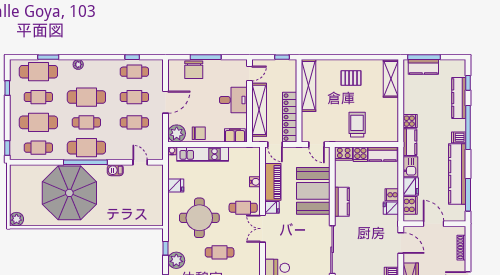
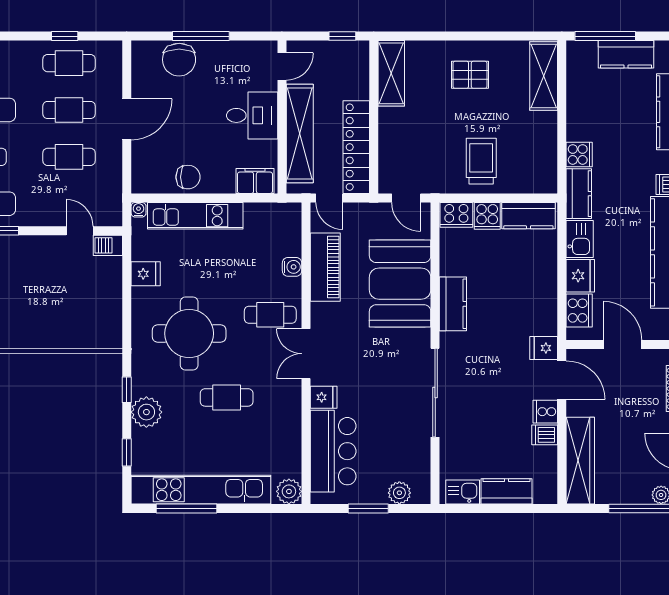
kitchen counter: (423, 67) -> (626, 54), moved
shelving: (309, 86) -> (391, 73), width x0.68
plant: (177, 133) -> (147, 177), removed
barbecue: (115, 170) -> (108, 245), moved
cooker: (392, 195) -> (545, 412), moved
fridge: (272, 207) -> (324, 397), moved
fridge: (391, 208) -> (544, 348), moved

